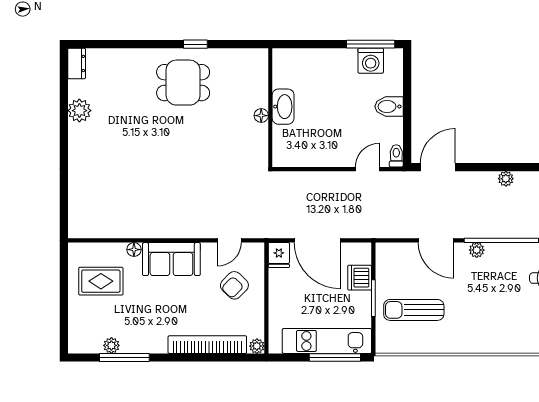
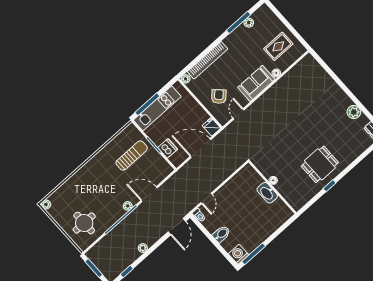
washing machine: (371, 61) -> (239, 254), moved

